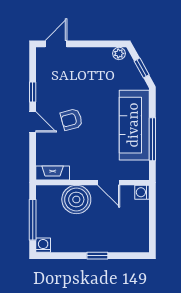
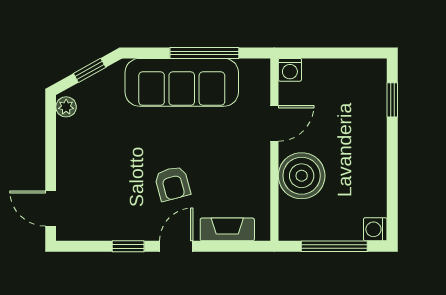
fireplace: (53, 173) -> (227, 229), moved, turned 90
window: (97, 256) -> (392, 100), moved

